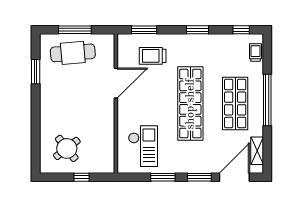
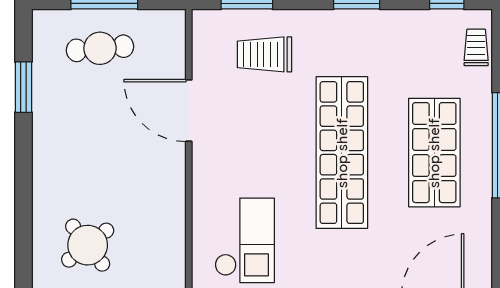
cafe table: (73, 53) -> (100, 48), width x0.73, depth x0.74
door: (116, 83) -> (189, 111), swing flipped
shelving: (257, 151) -> (479, 250), removed

